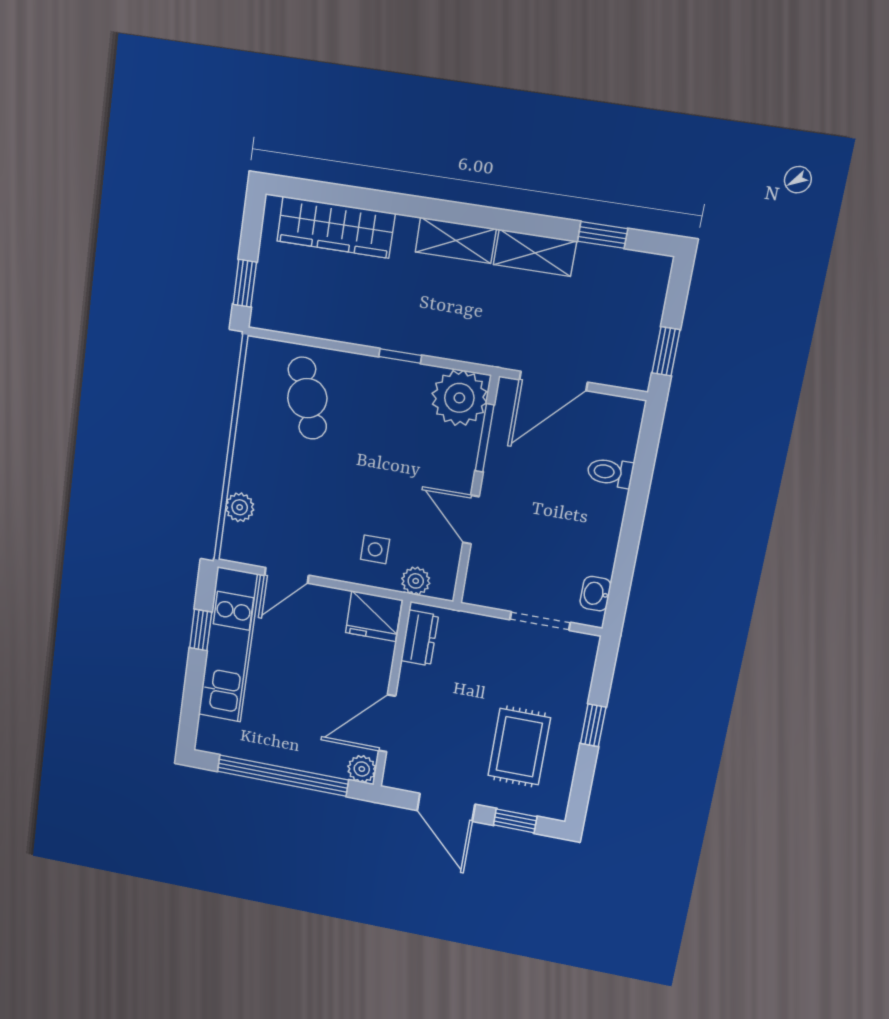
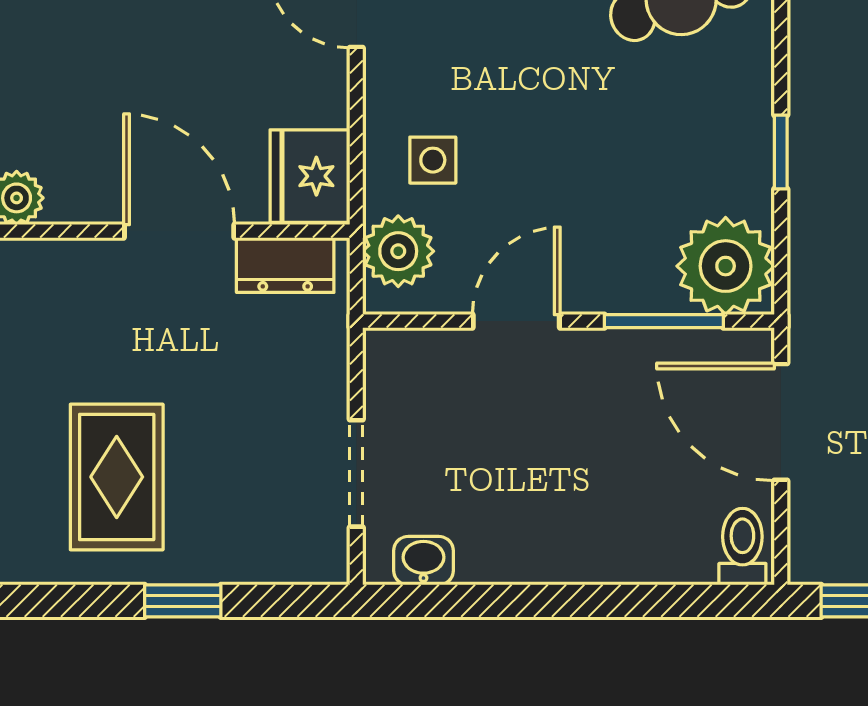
toilet: (610, 472) -> (742, 547), moved
plant: (416, 581) -> (398, 251), width x1.38, depth x1.38
door: (387, 723) -> (179, 231), moved
rug: (519, 747) -> (117, 477), turned 90

